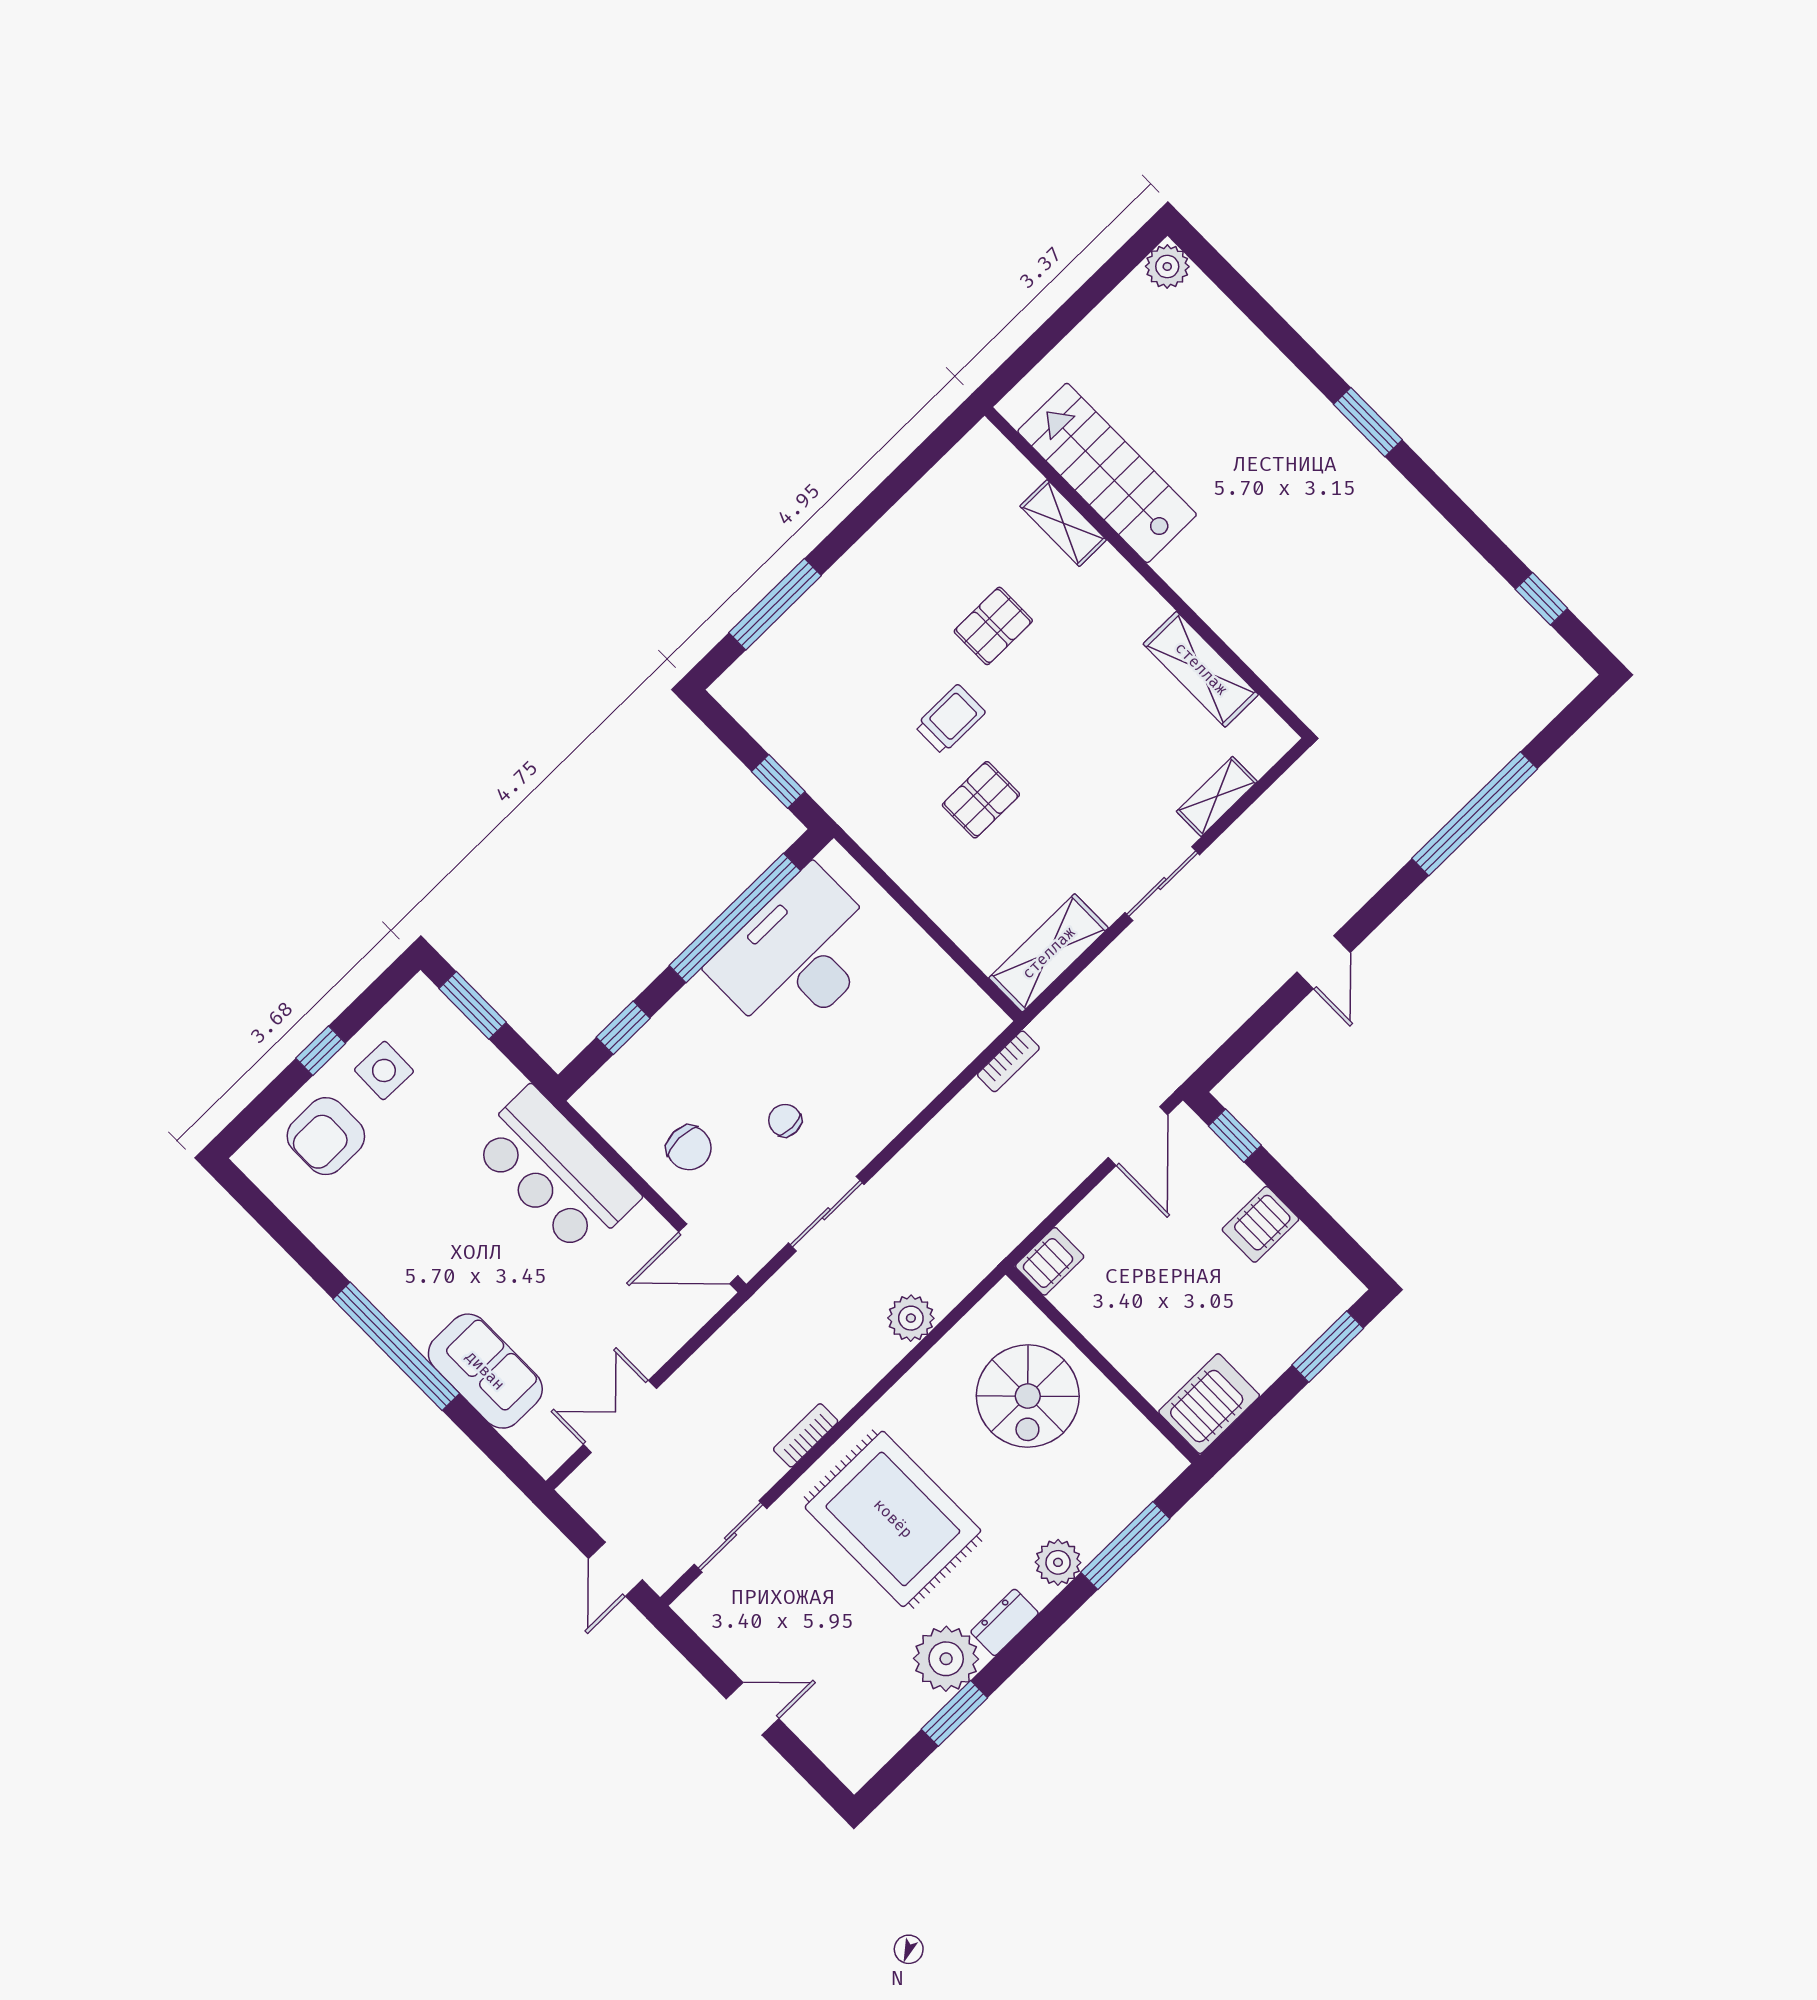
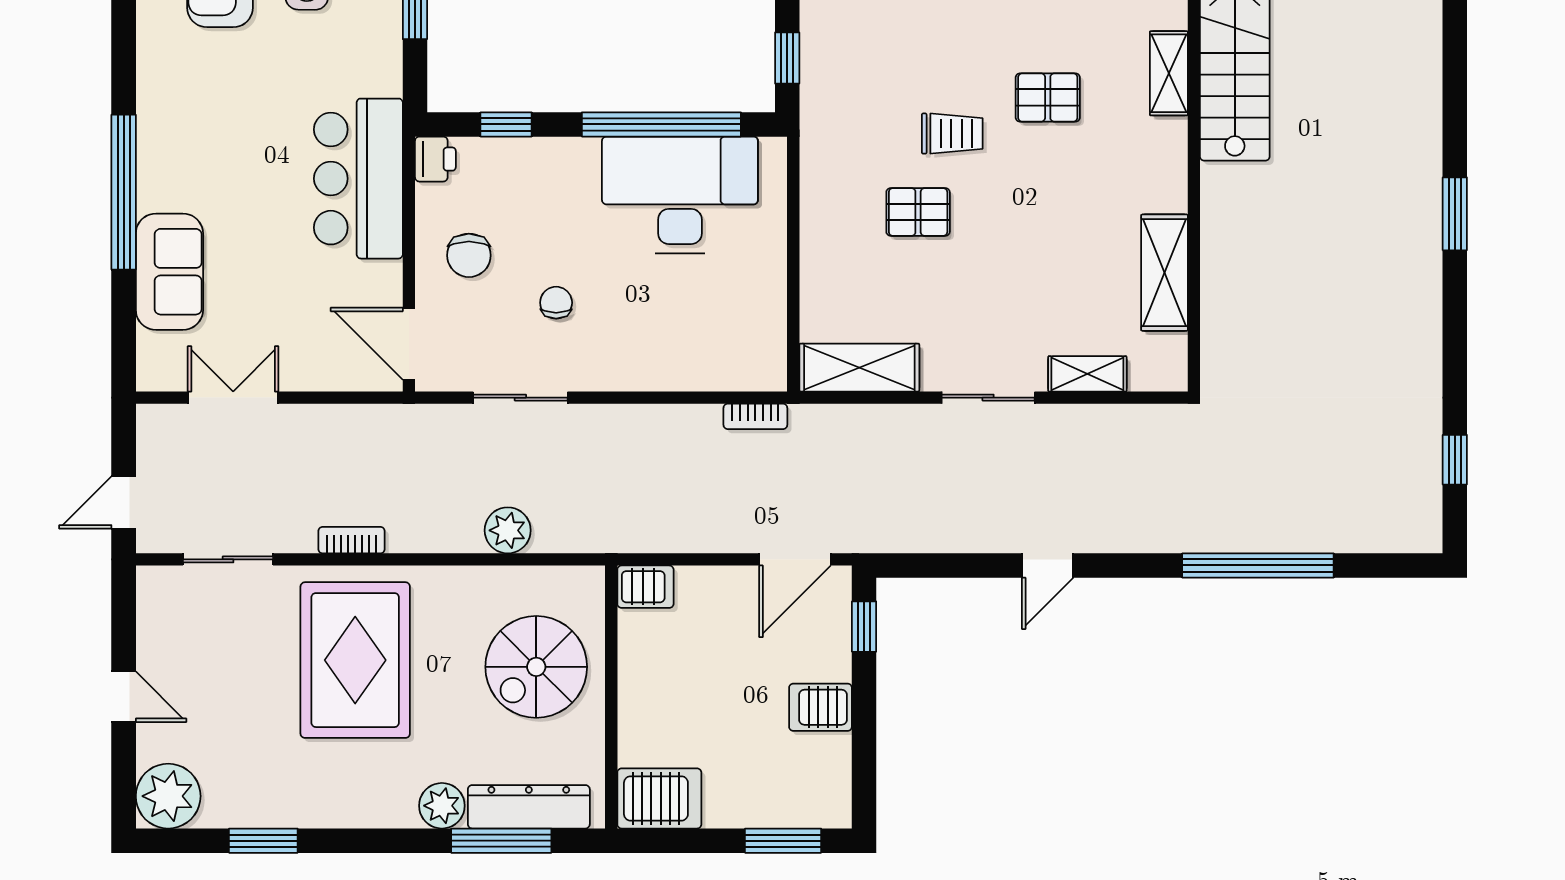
printer: (597, 1102) -> (435, 159), added
dresser: (1005, 1622) -> (529, 807), moved, width x1.96, depth x1.24
plant: (946, 1659) -> (168, 796), moved

